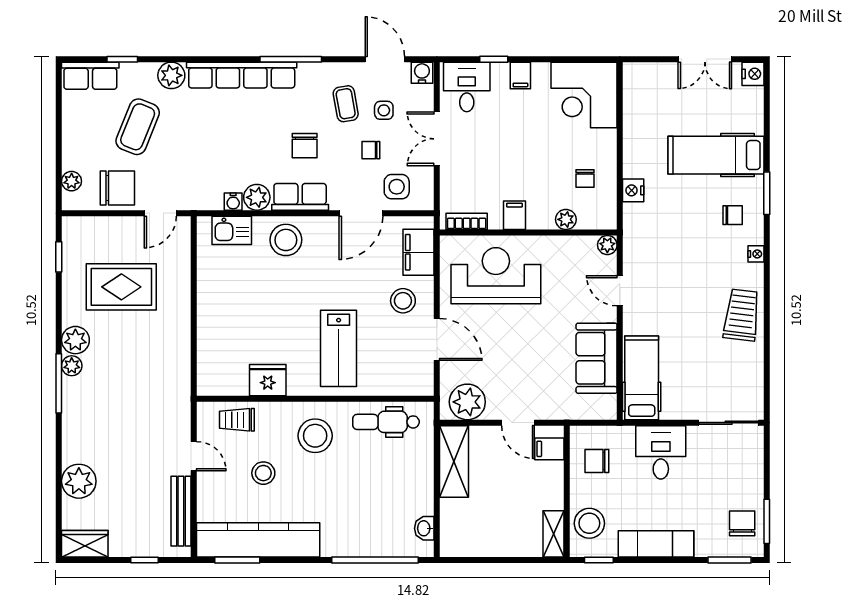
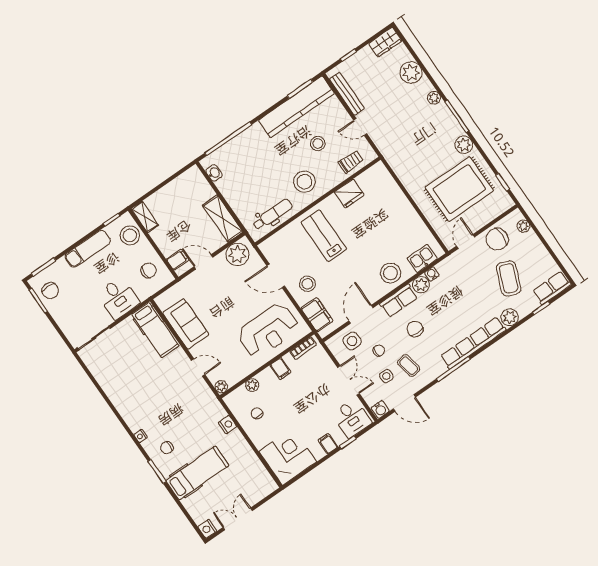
rug: (121, 287) -> (459, 189), width x1.37, depth x1.44
trolley: (742, 315) -> (126, 399), removed
plant: (72, 366) -> (434, 98), moved

